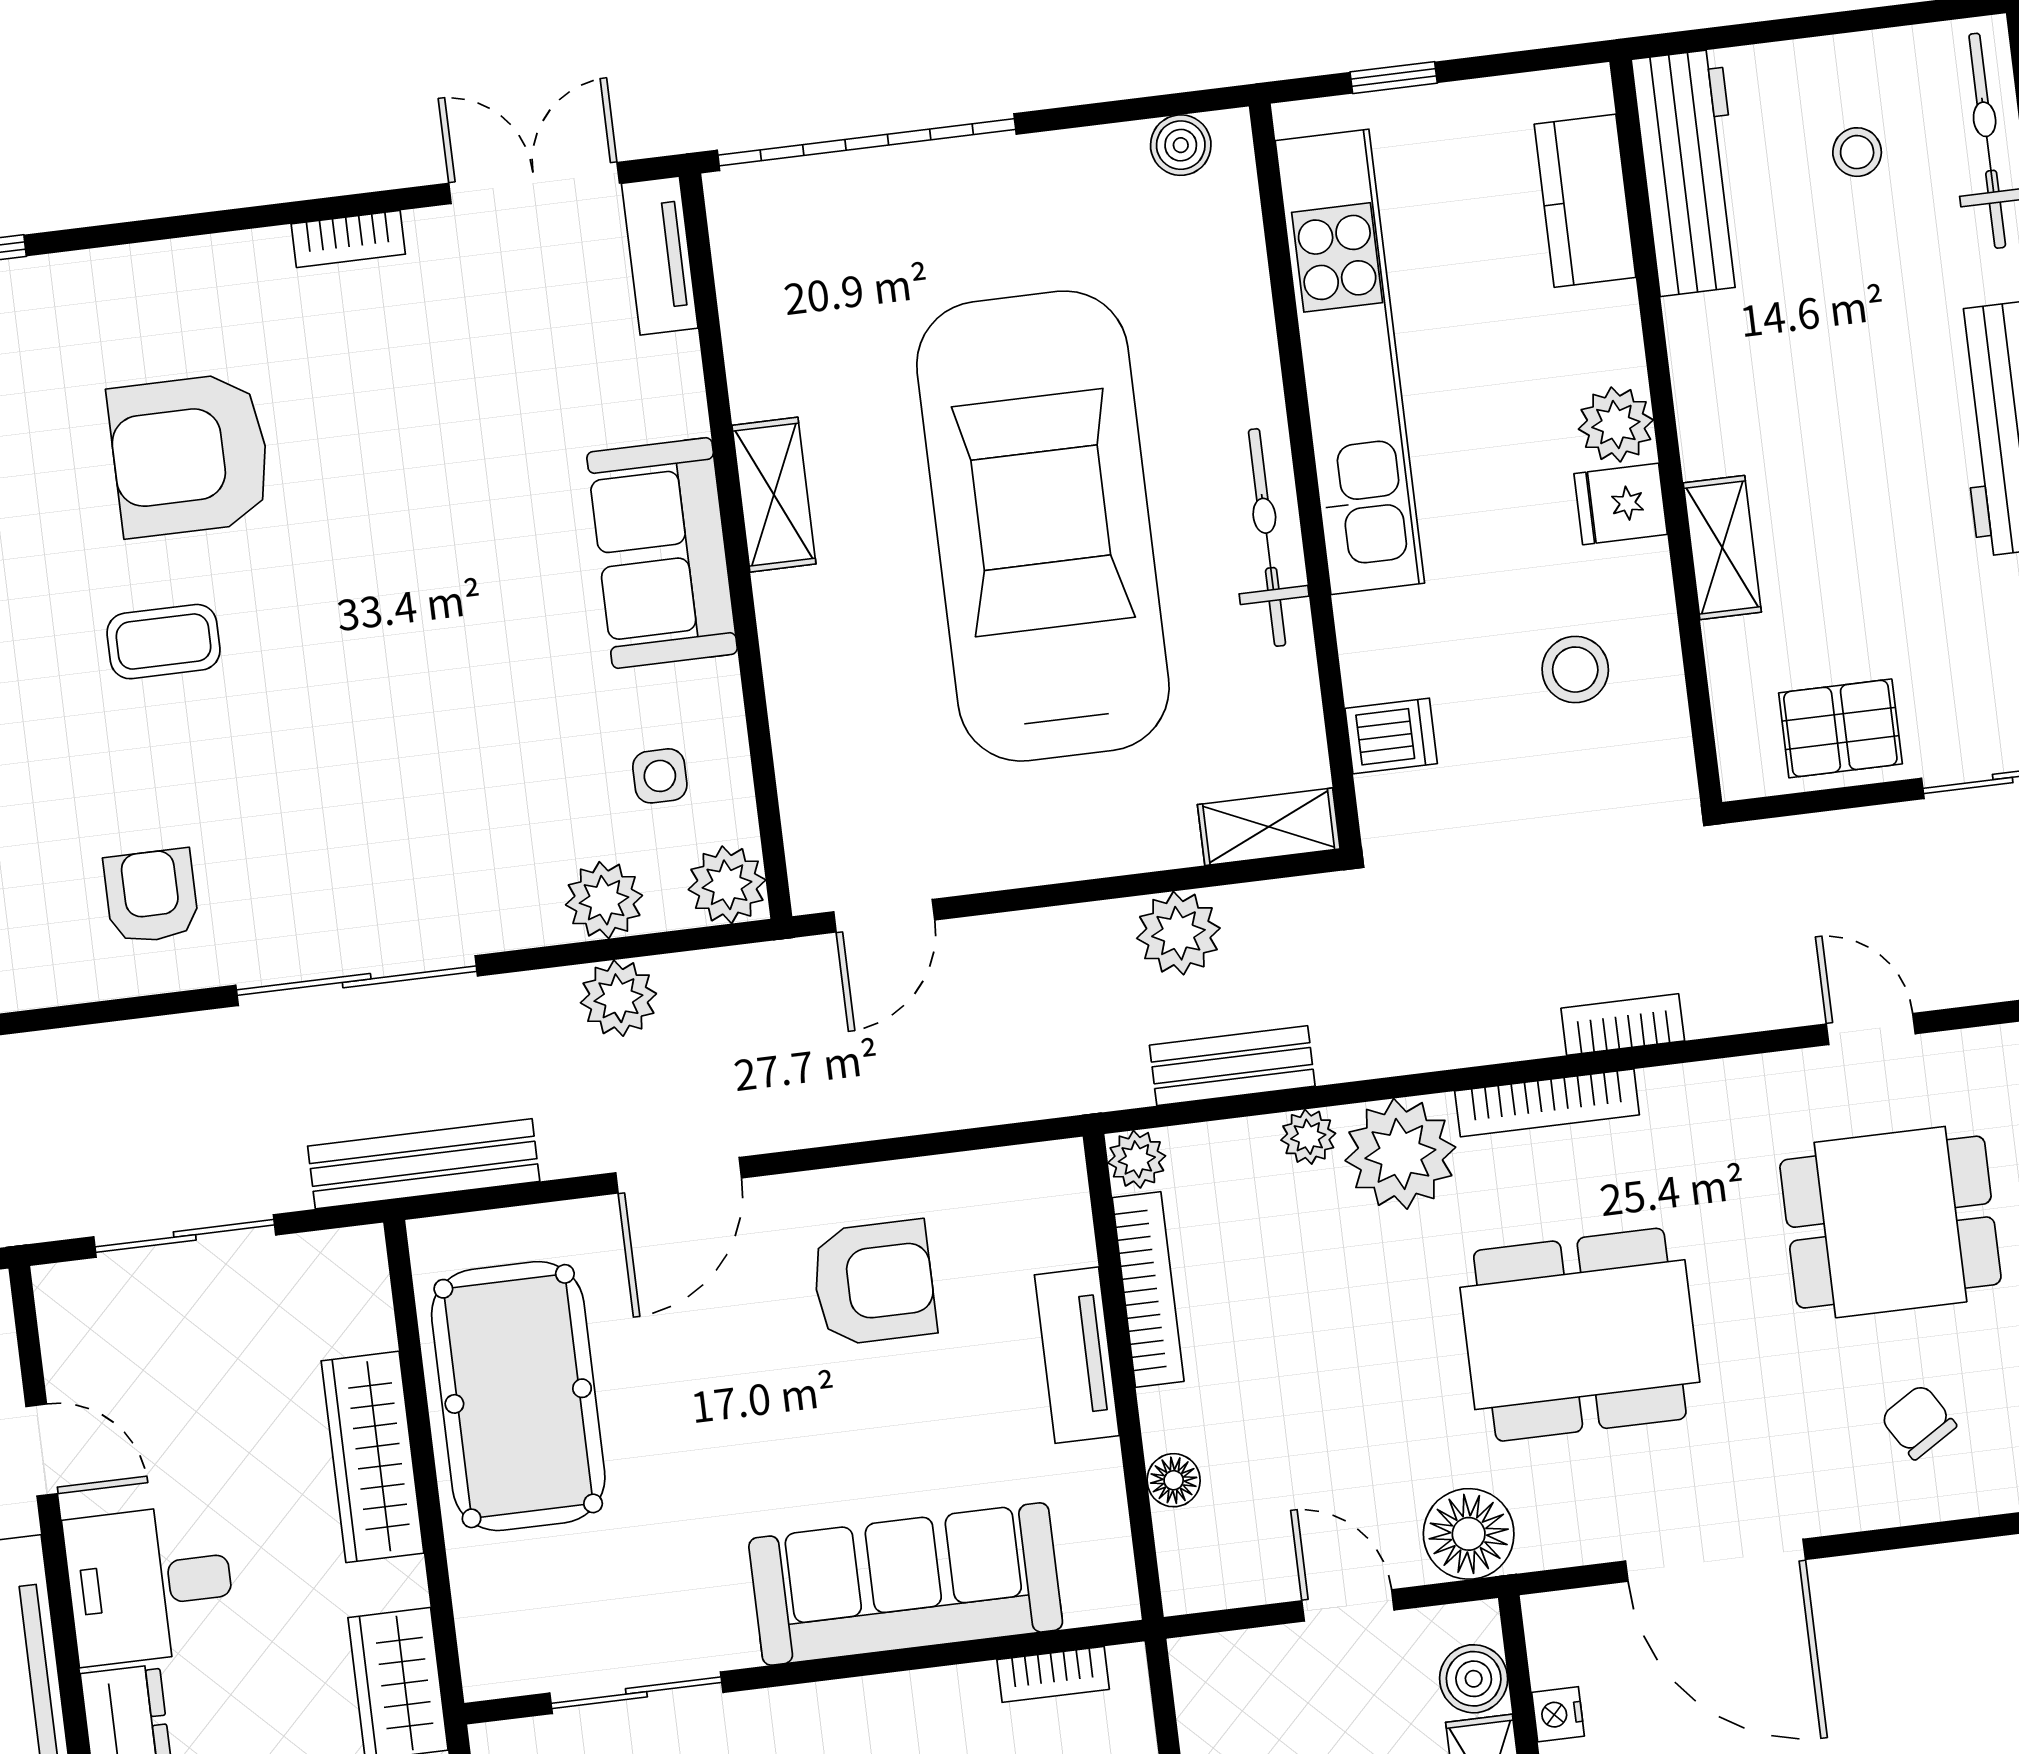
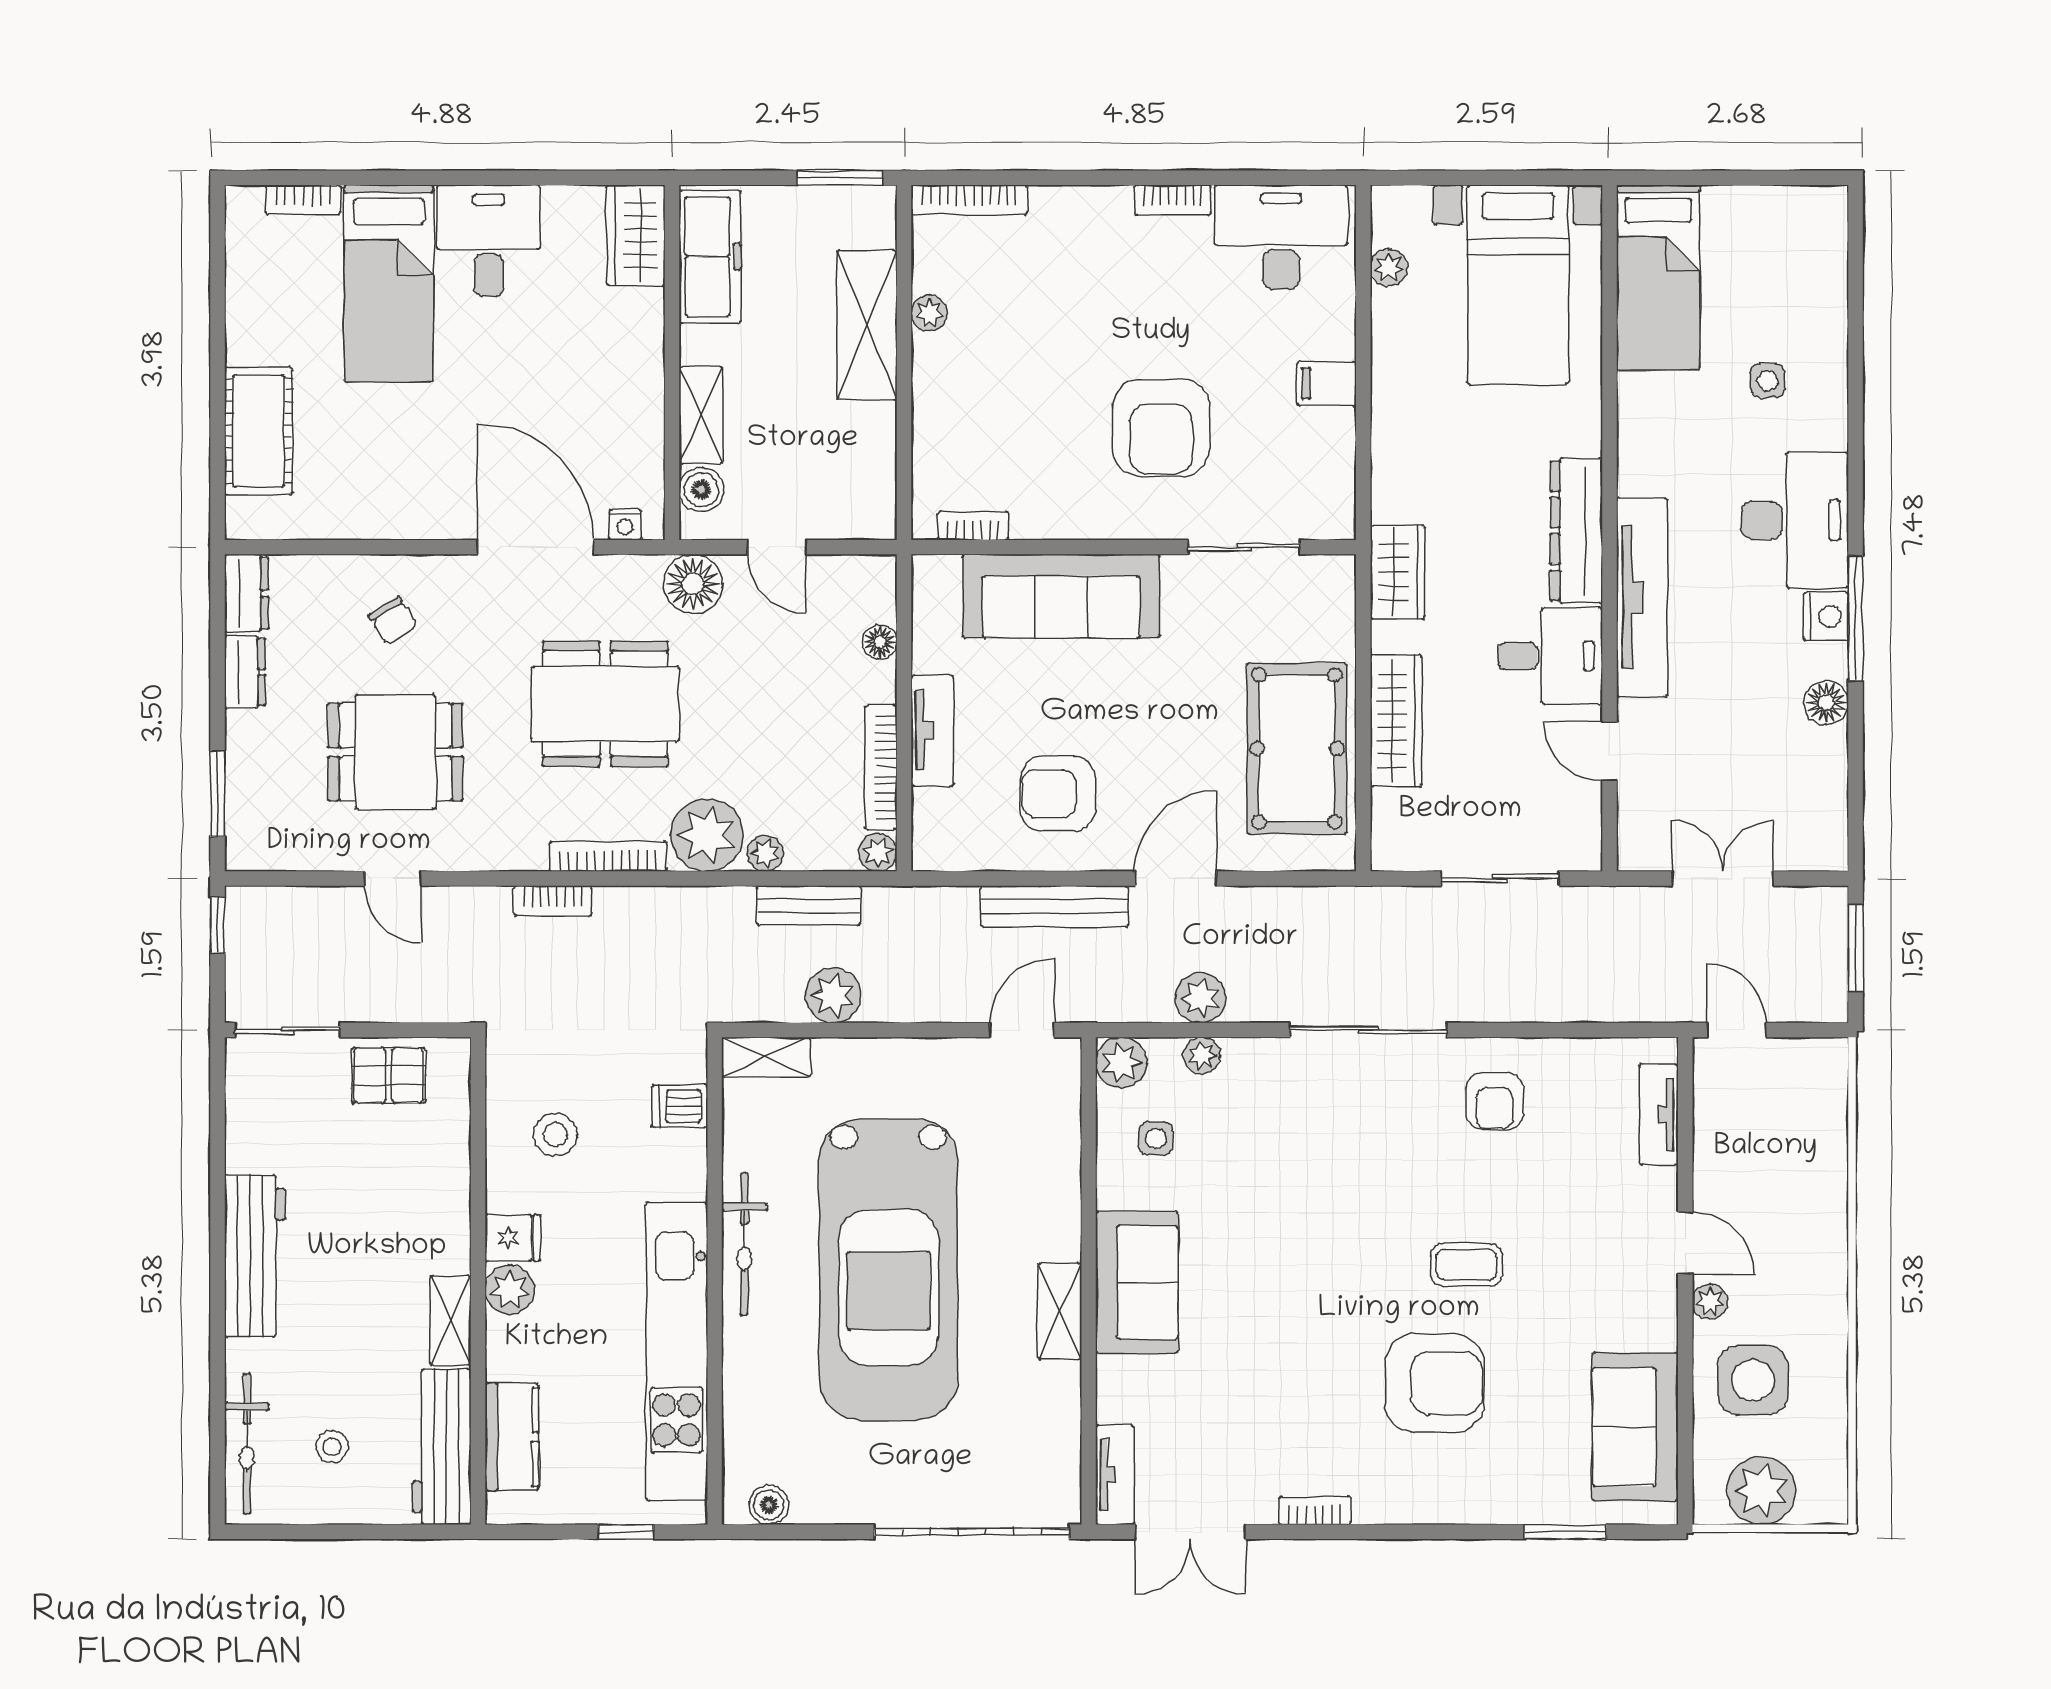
shelving: (1722, 548) -> (451, 1320), moved
plant: (604, 900) -> (1202, 1056), width x0.73, depth x0.73
bench: (424, 1164) -> (1054, 906), moved
nightstand: (1558, 1714) -> (625, 525), moved, turned 90

